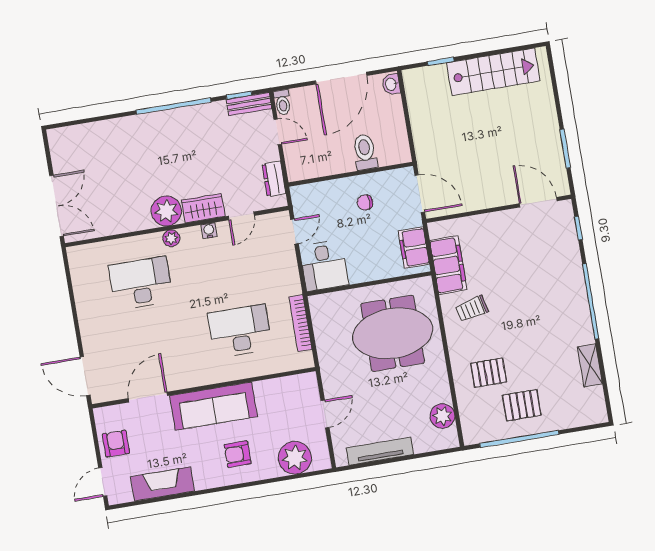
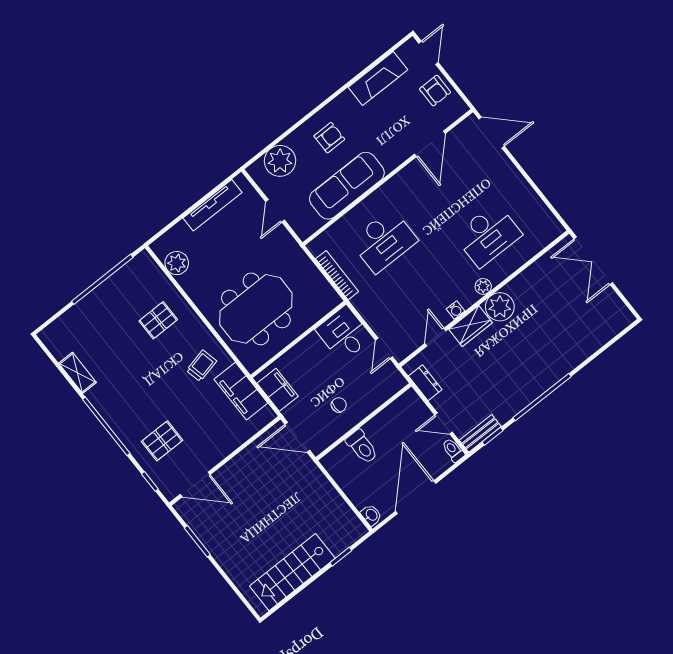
pallet: (522, 405) -> (162, 441), moved
sofa: (213, 406) -> (347, 186), moved

